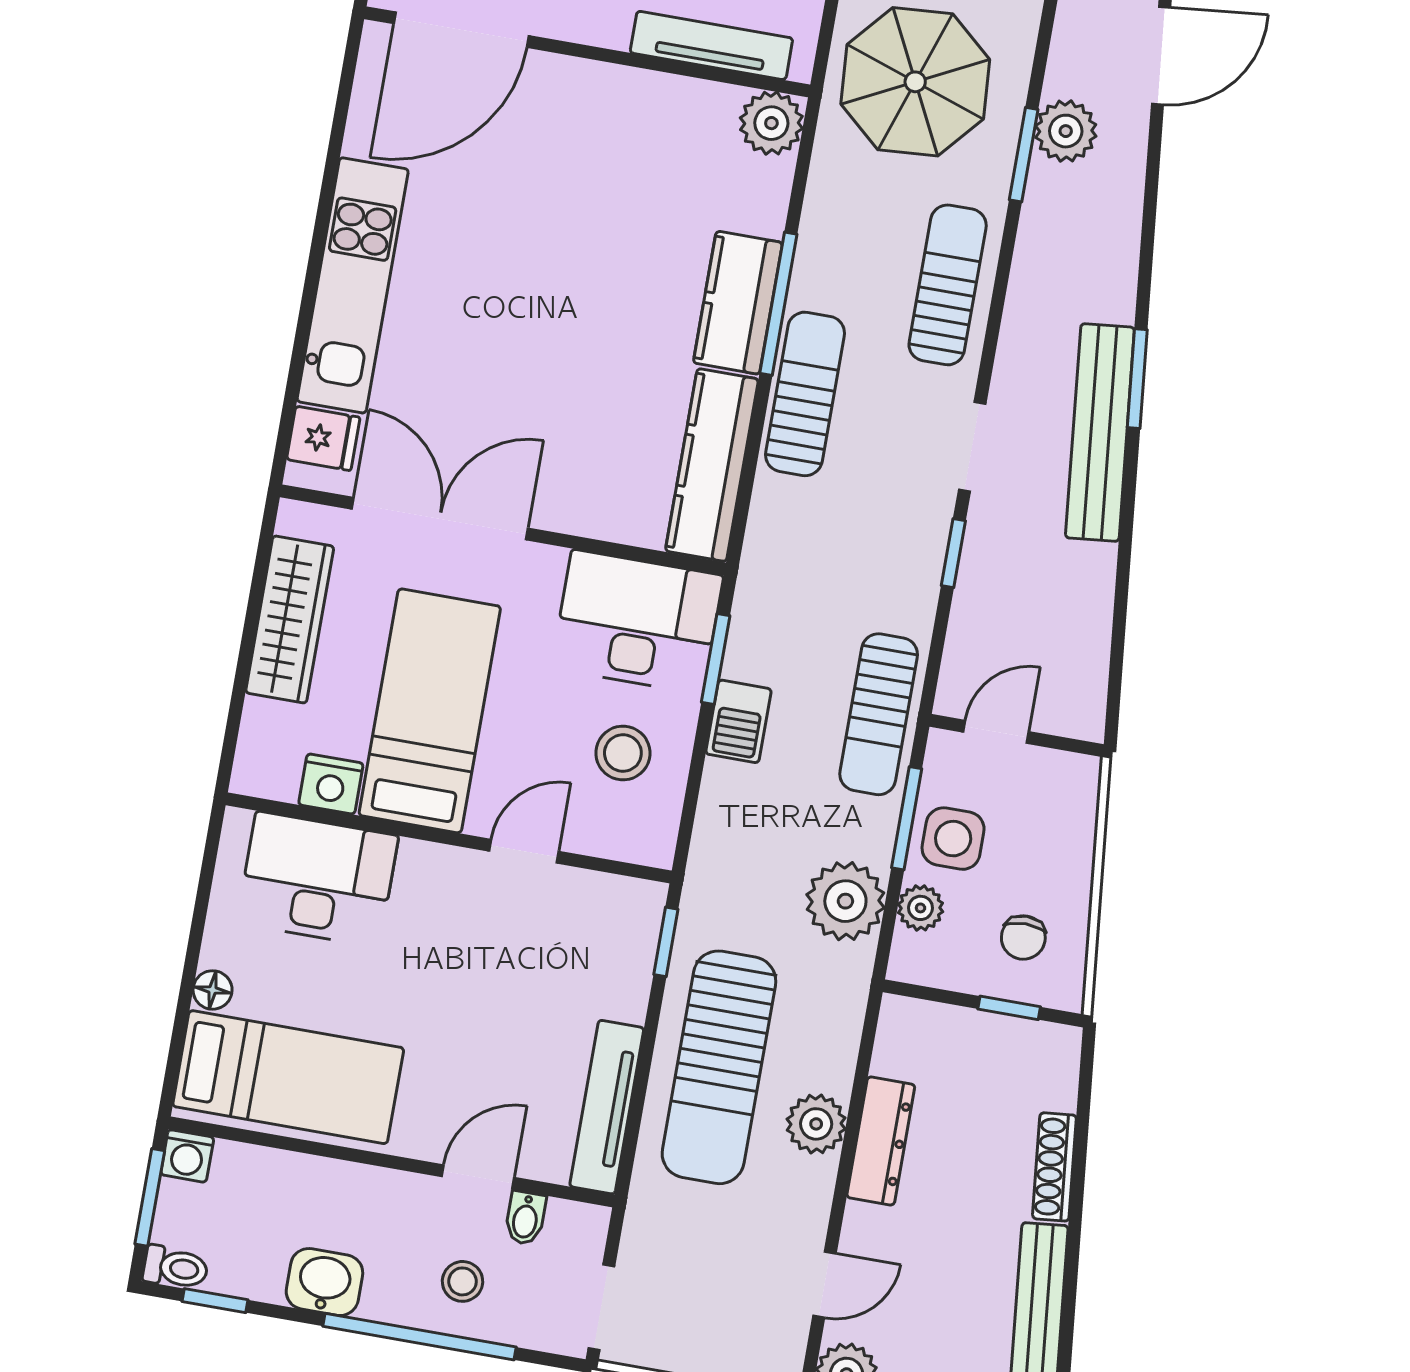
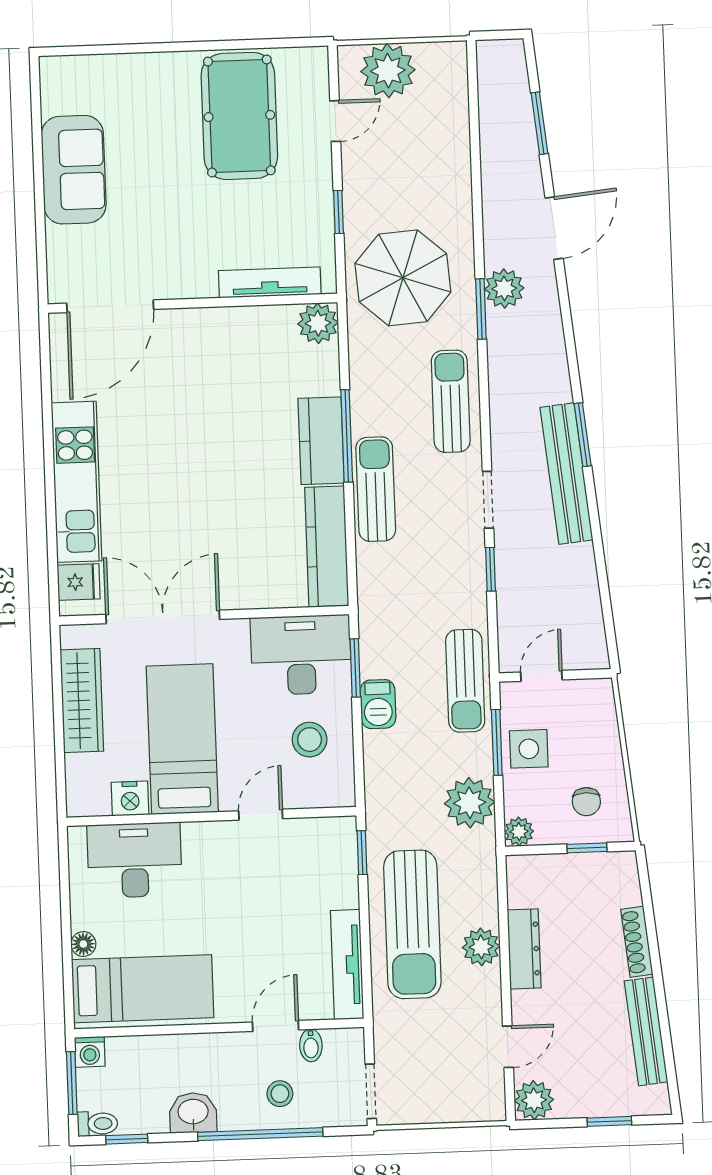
plant: (921, 908) -> (519, 832), moved

